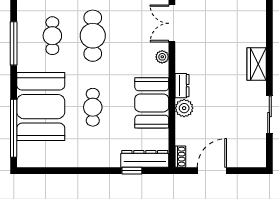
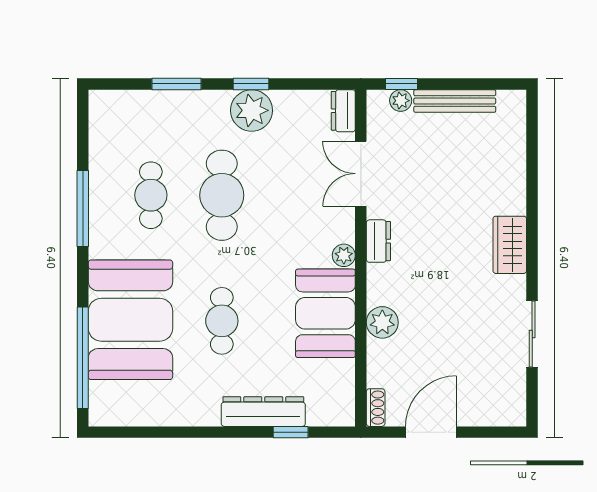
plant: (162, 57) -> (344, 255), moved
dresser: (182, 86) -> (378, 241), moved
dresser: (145, 159) -> (263, 412), moved

